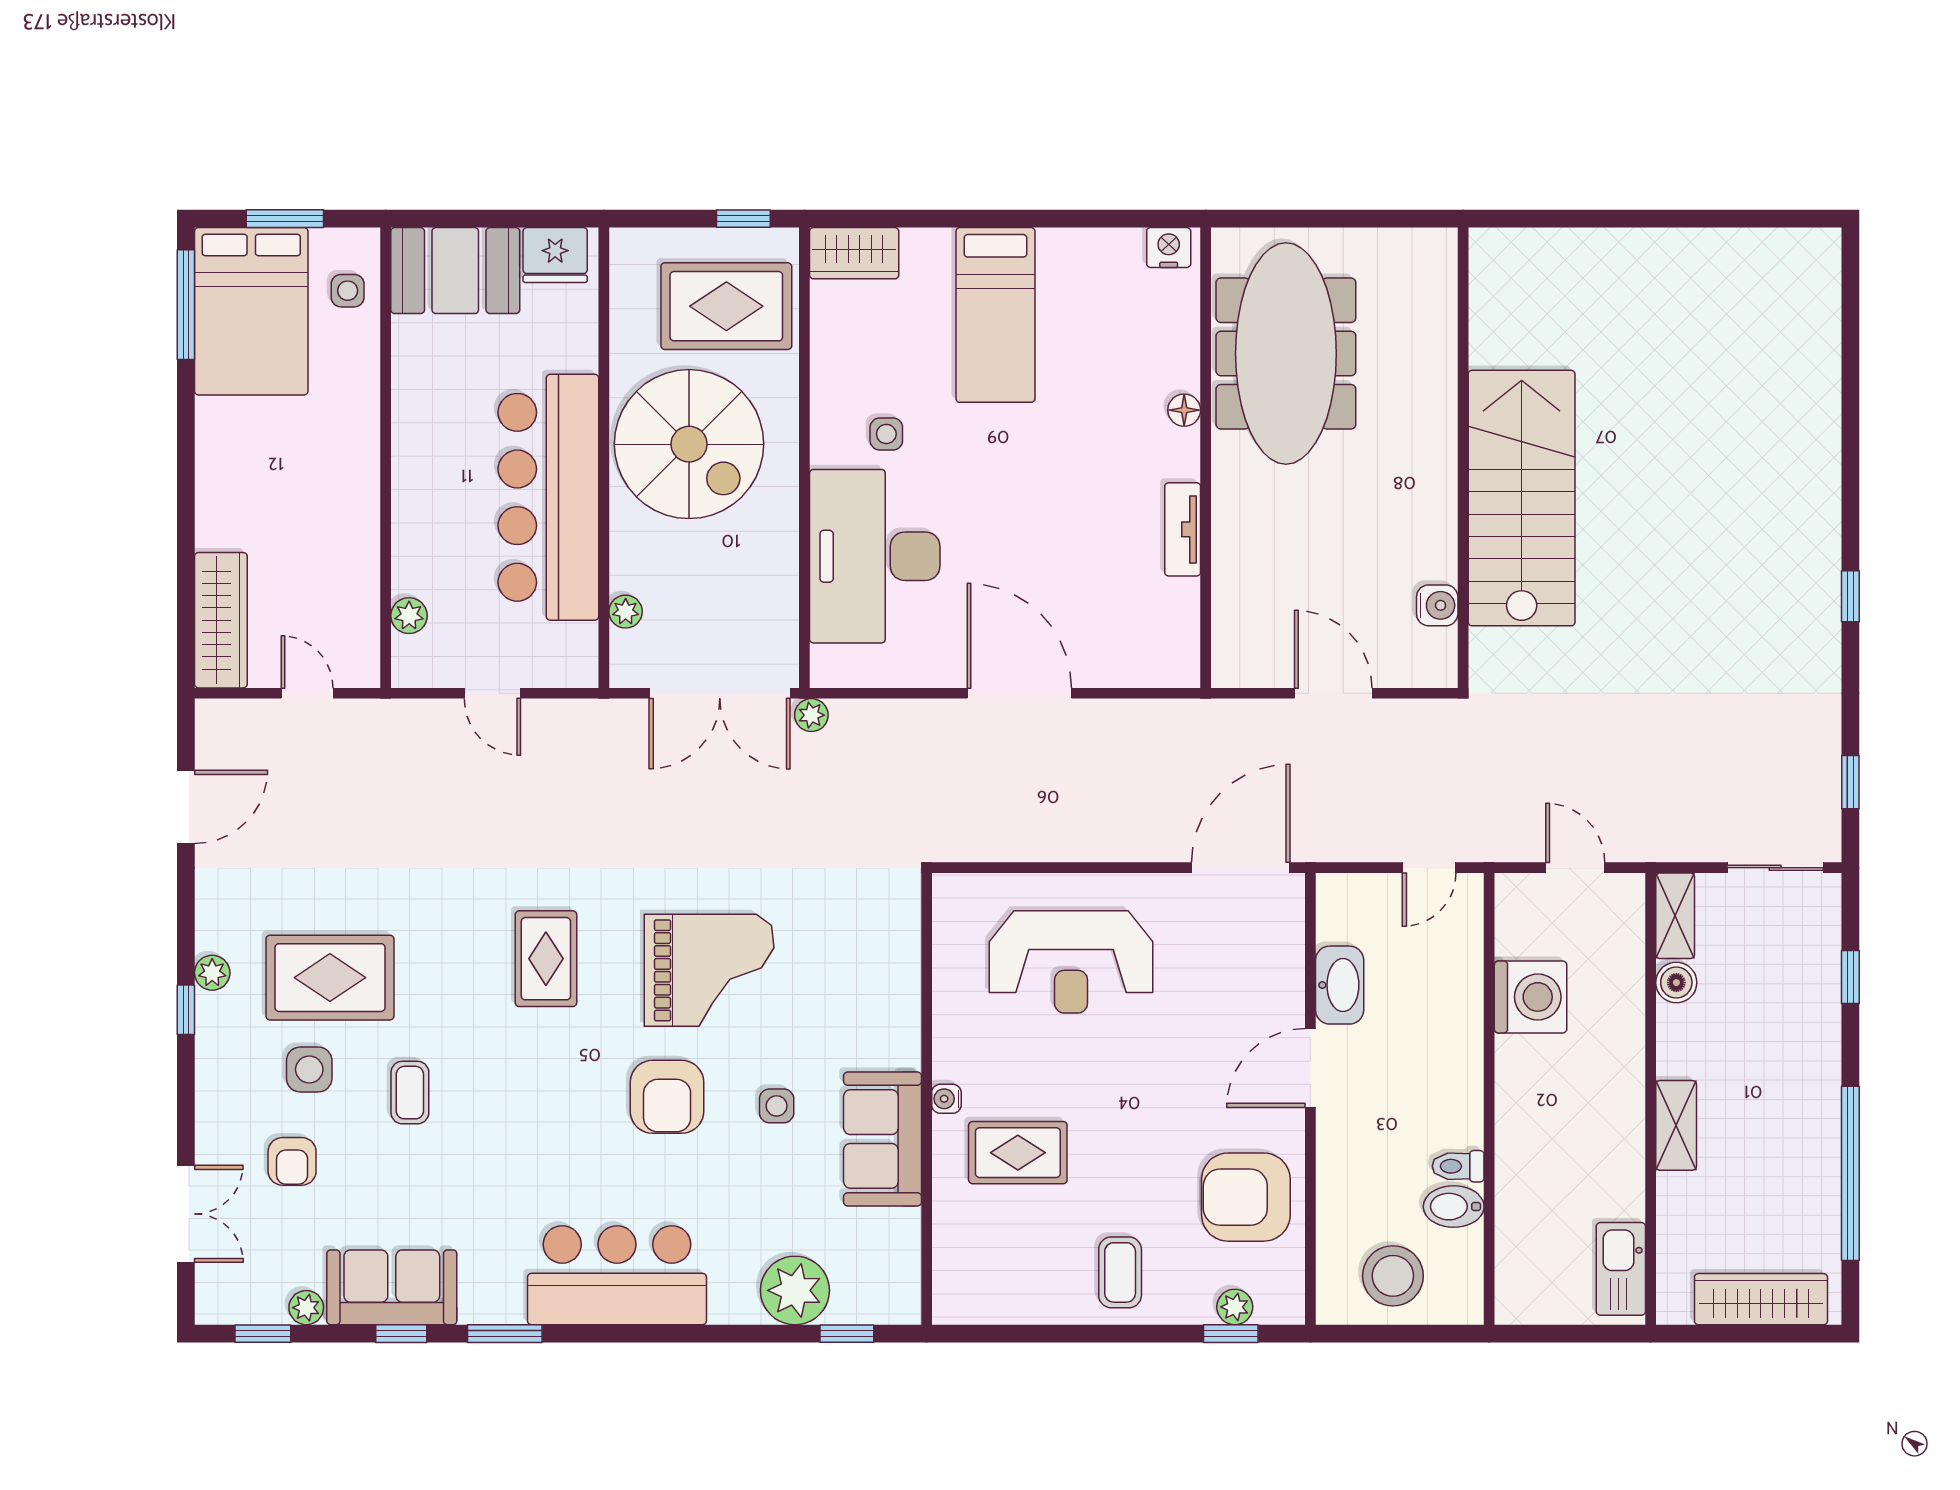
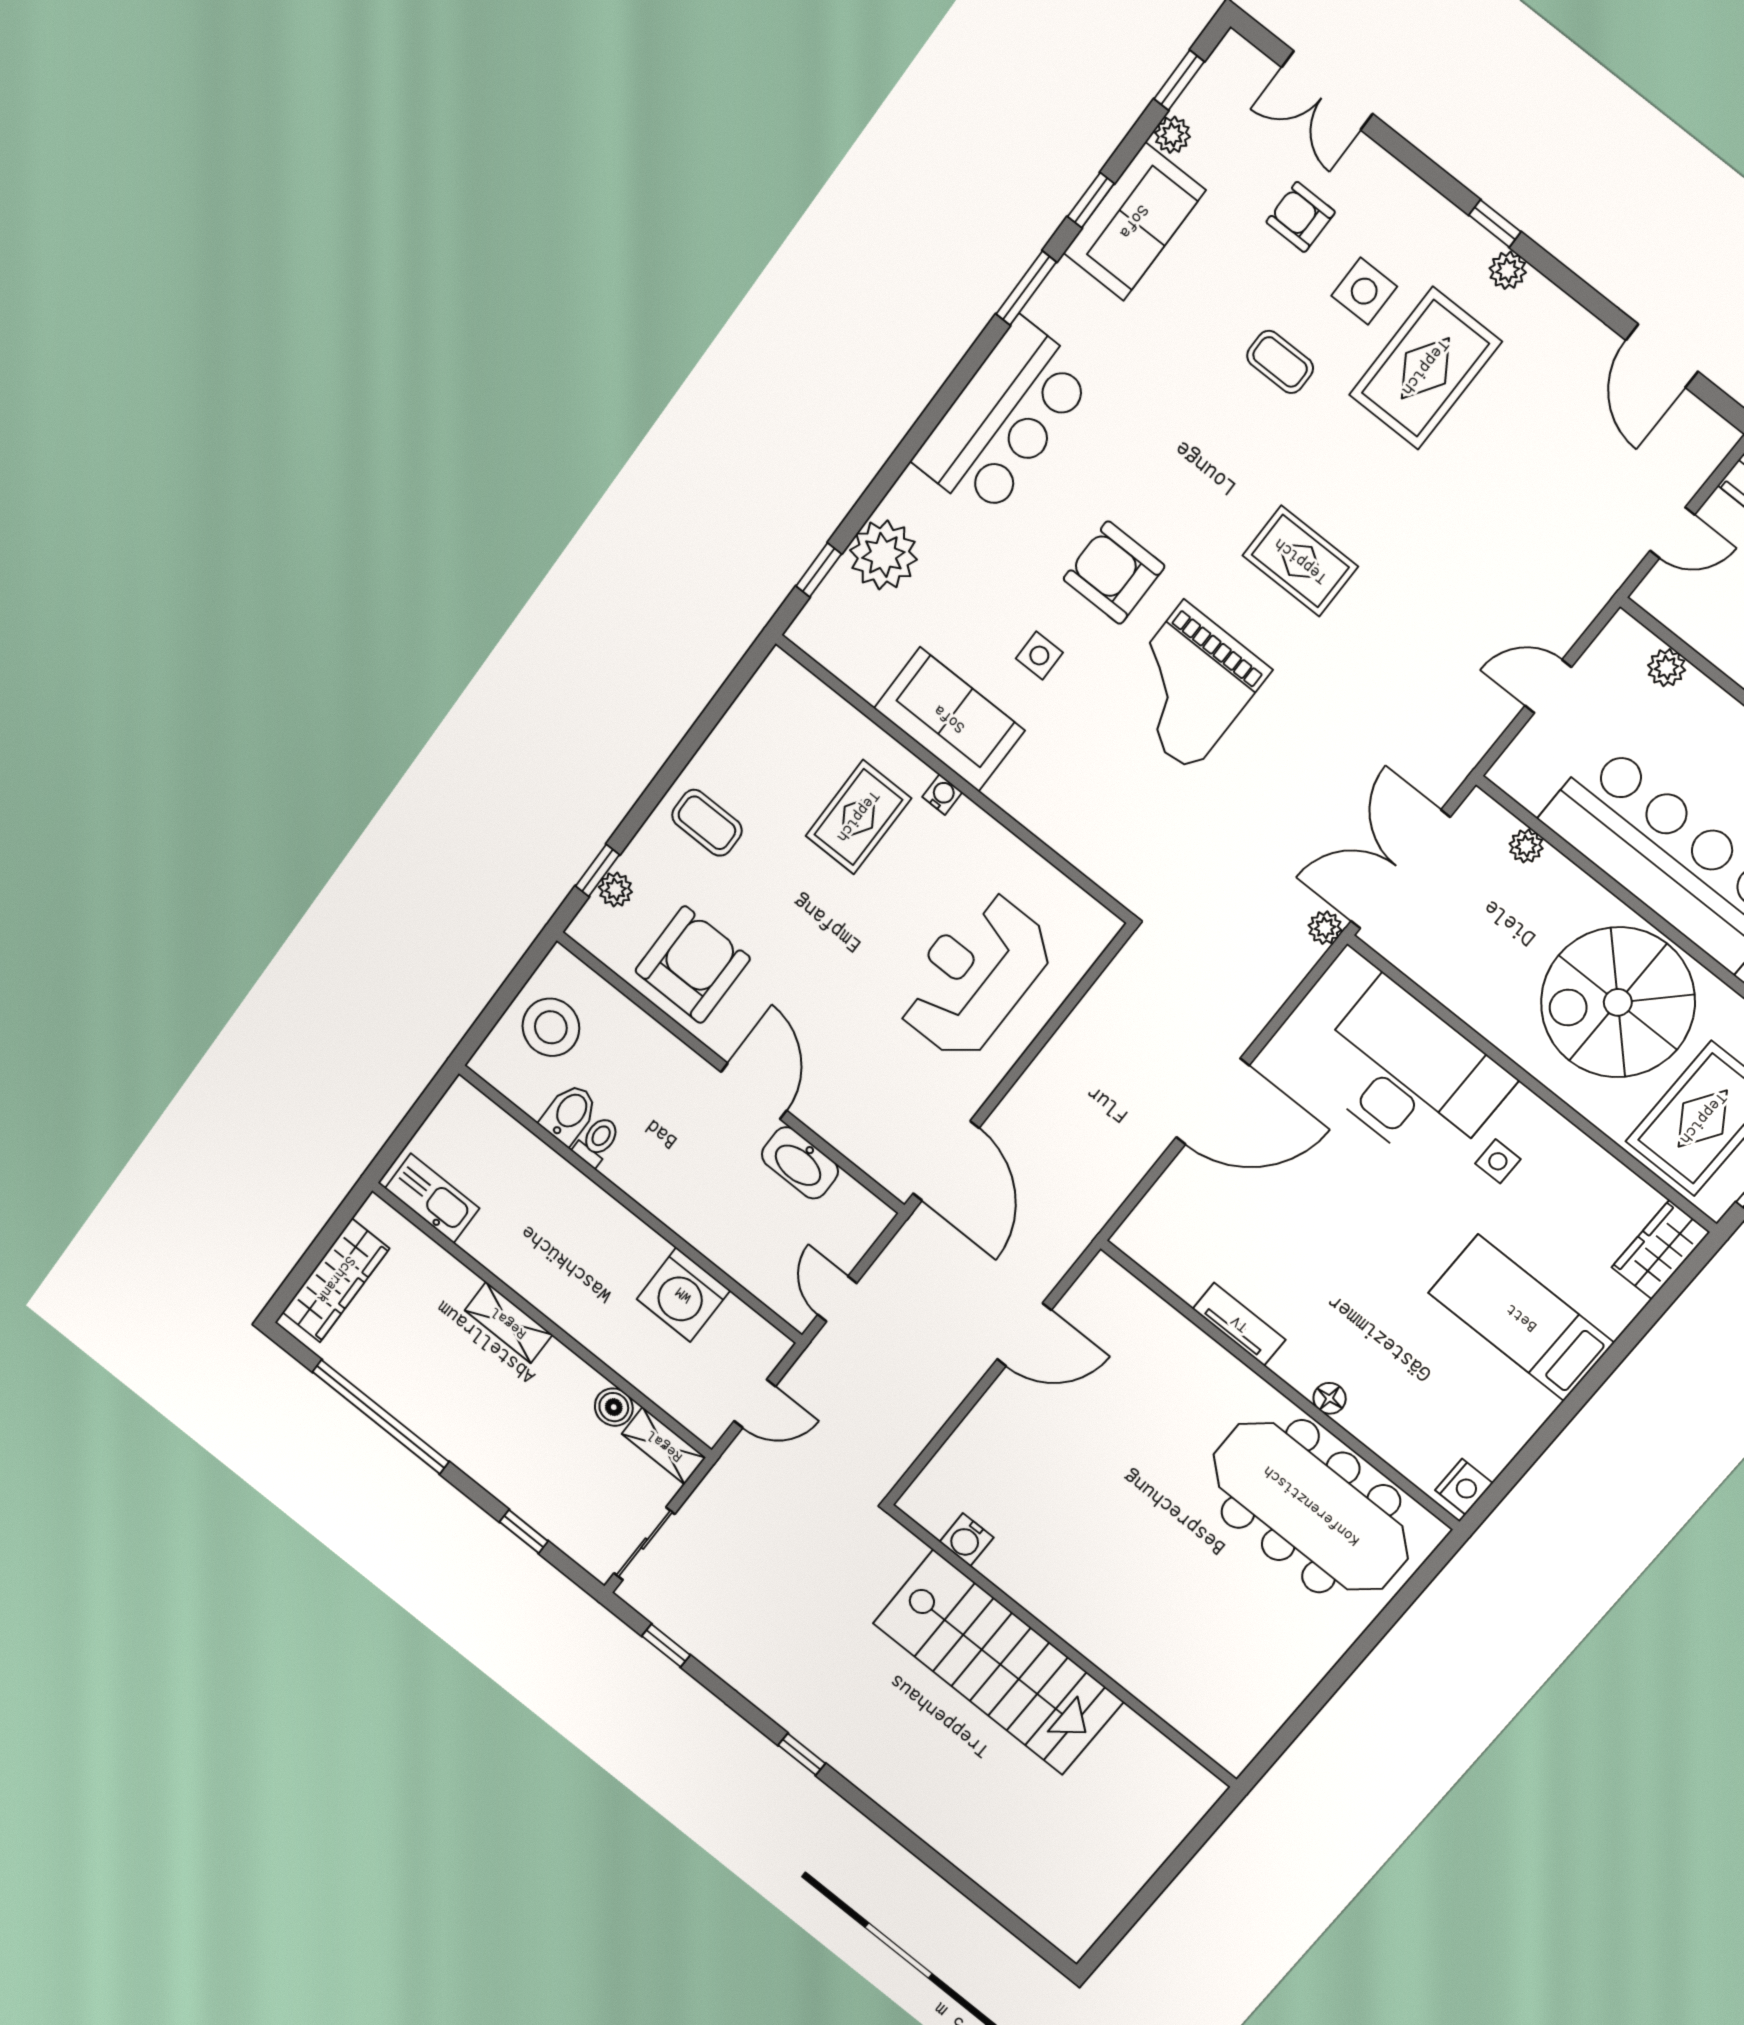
wall: (1463, 458) -> (1062, 1646), moved
stairs: (1522, 498) -> (998, 1662), moved
water cooler: (1437, 605) -> (967, 1540), moved

